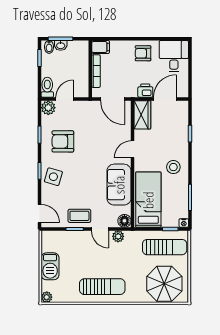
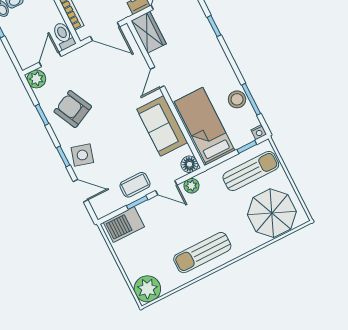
toilet: (47, 87) -> (64, 36), moved
armchair: (63, 141) -> (73, 109), turned 64
stool: (173, 167) -> (237, 99), moved
door: (40, 214) -> (81, 191), moved
barbecue: (50, 266) -> (124, 225), moved, turned 90
sun lounger: (102, 287) -> (202, 253), turned 180
plant: (47, 297) -> (147, 289), width x1.87, depth x1.87

